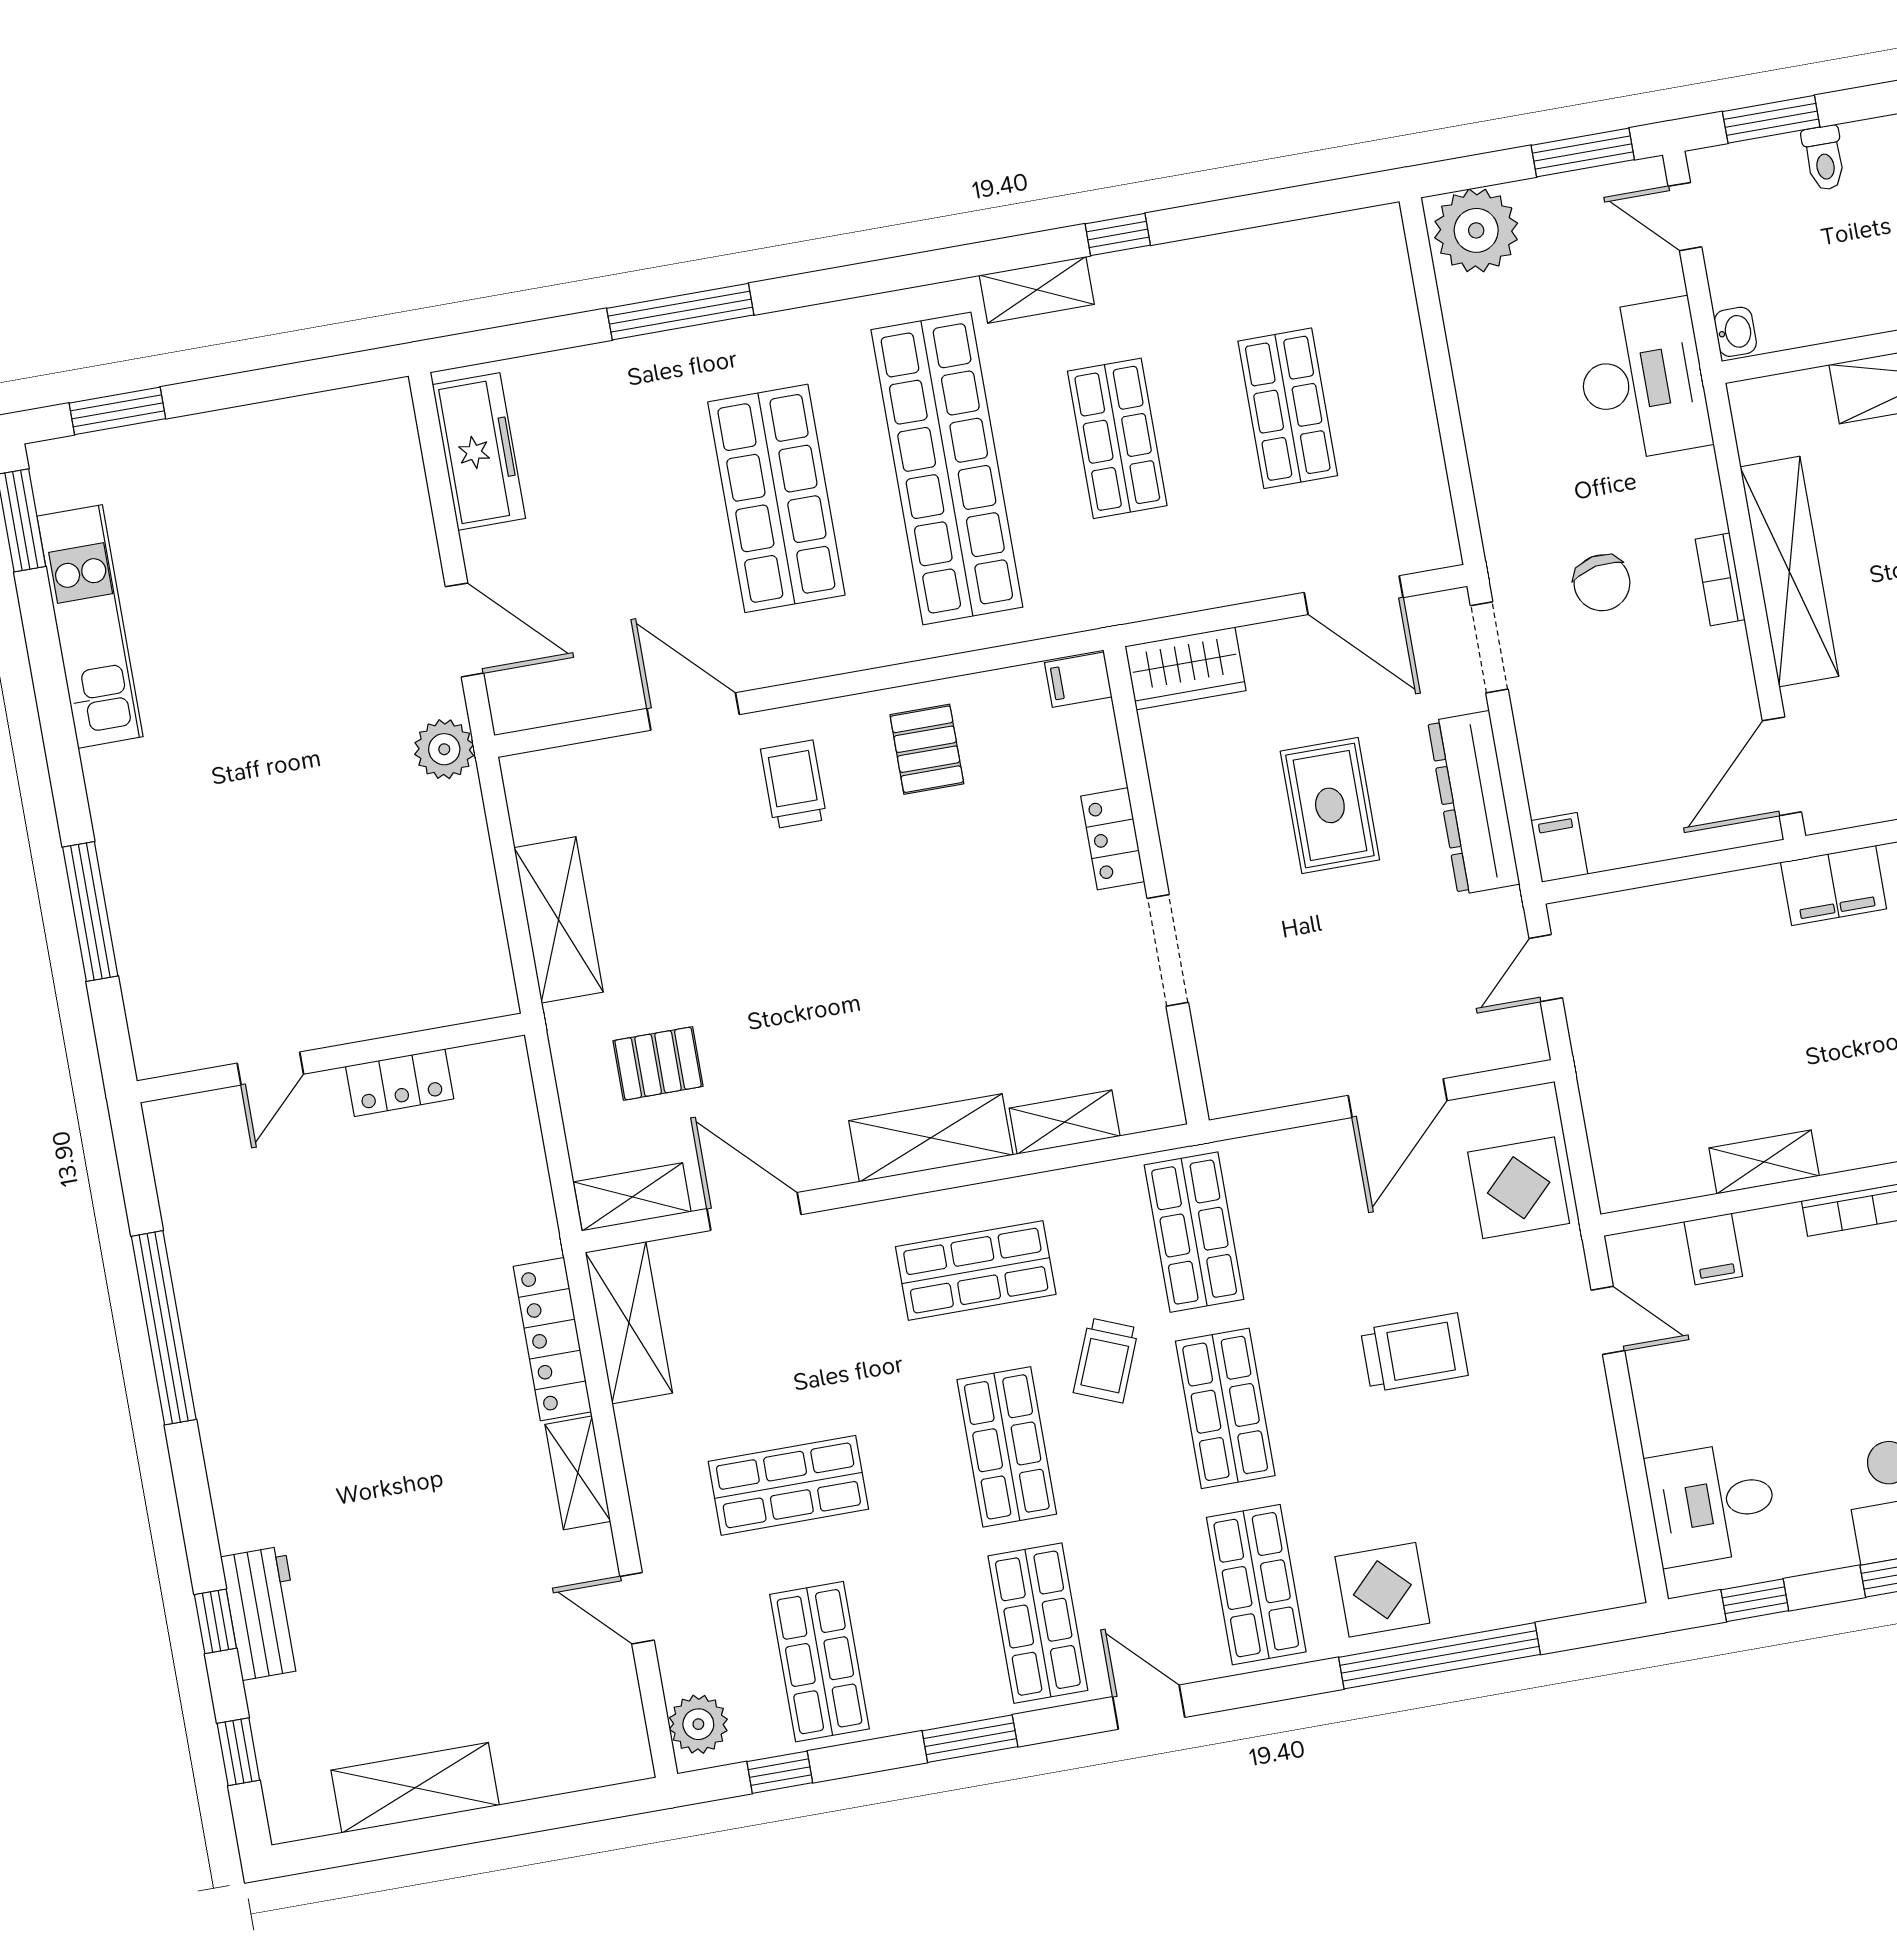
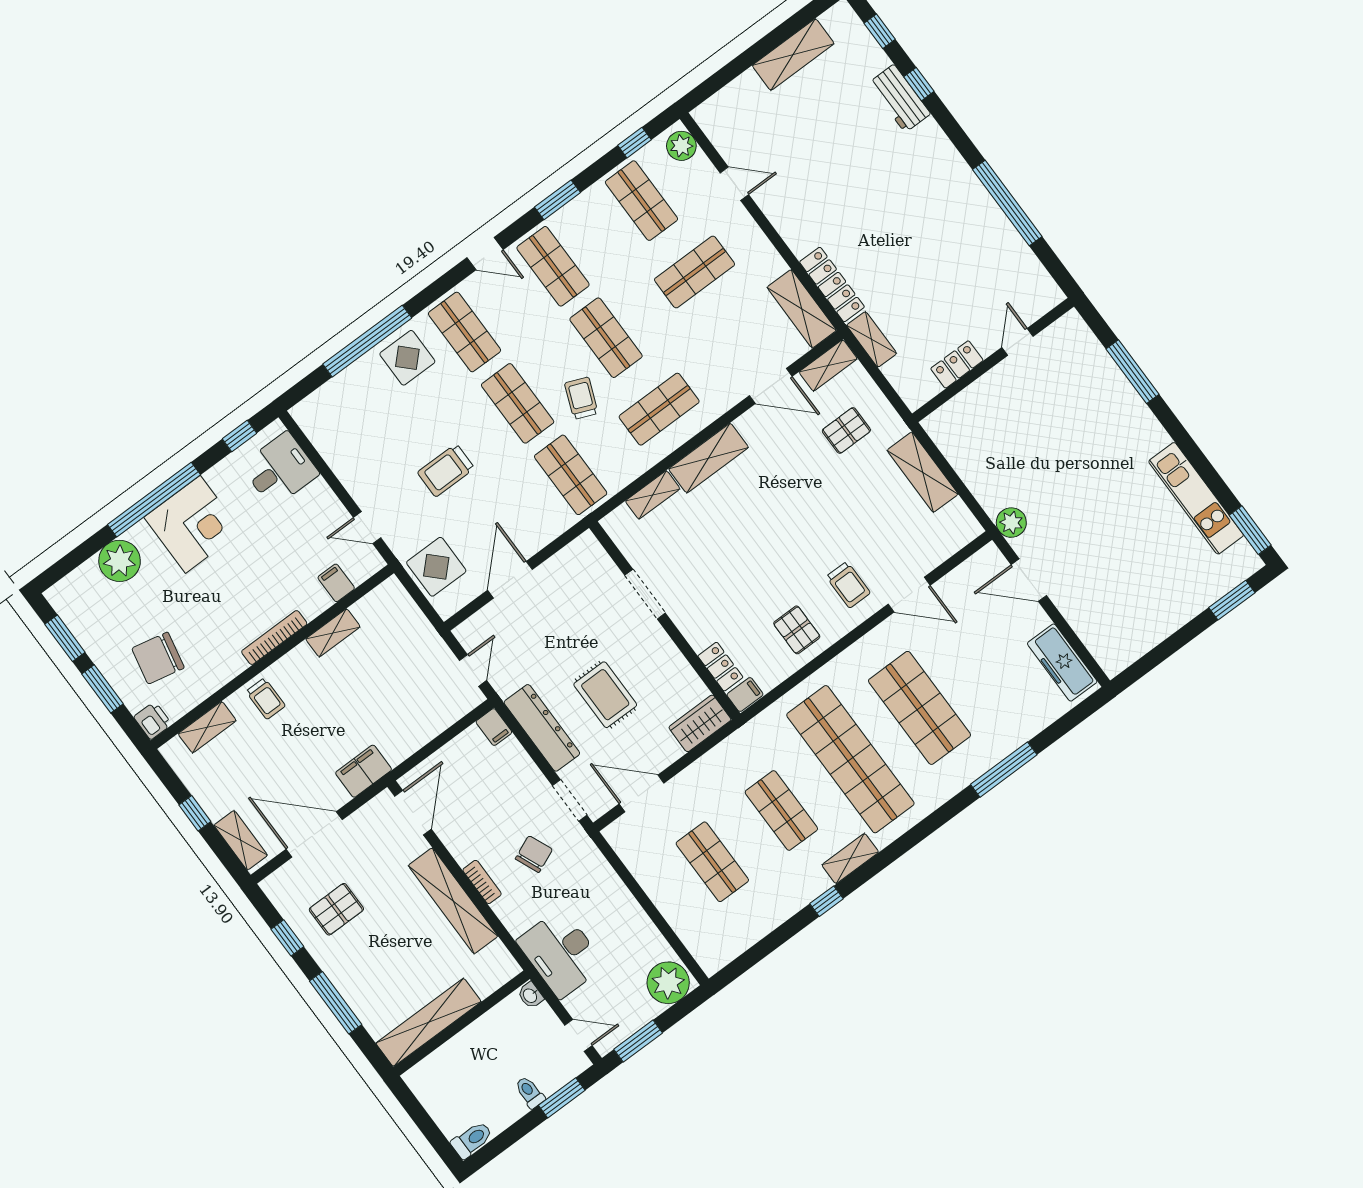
chair: (1602, 583) -> (534, 854), turned 78
locker: (1113, 839) -> (720, 667), moved
shelving: (578, 1473) -> (872, 339), moved

